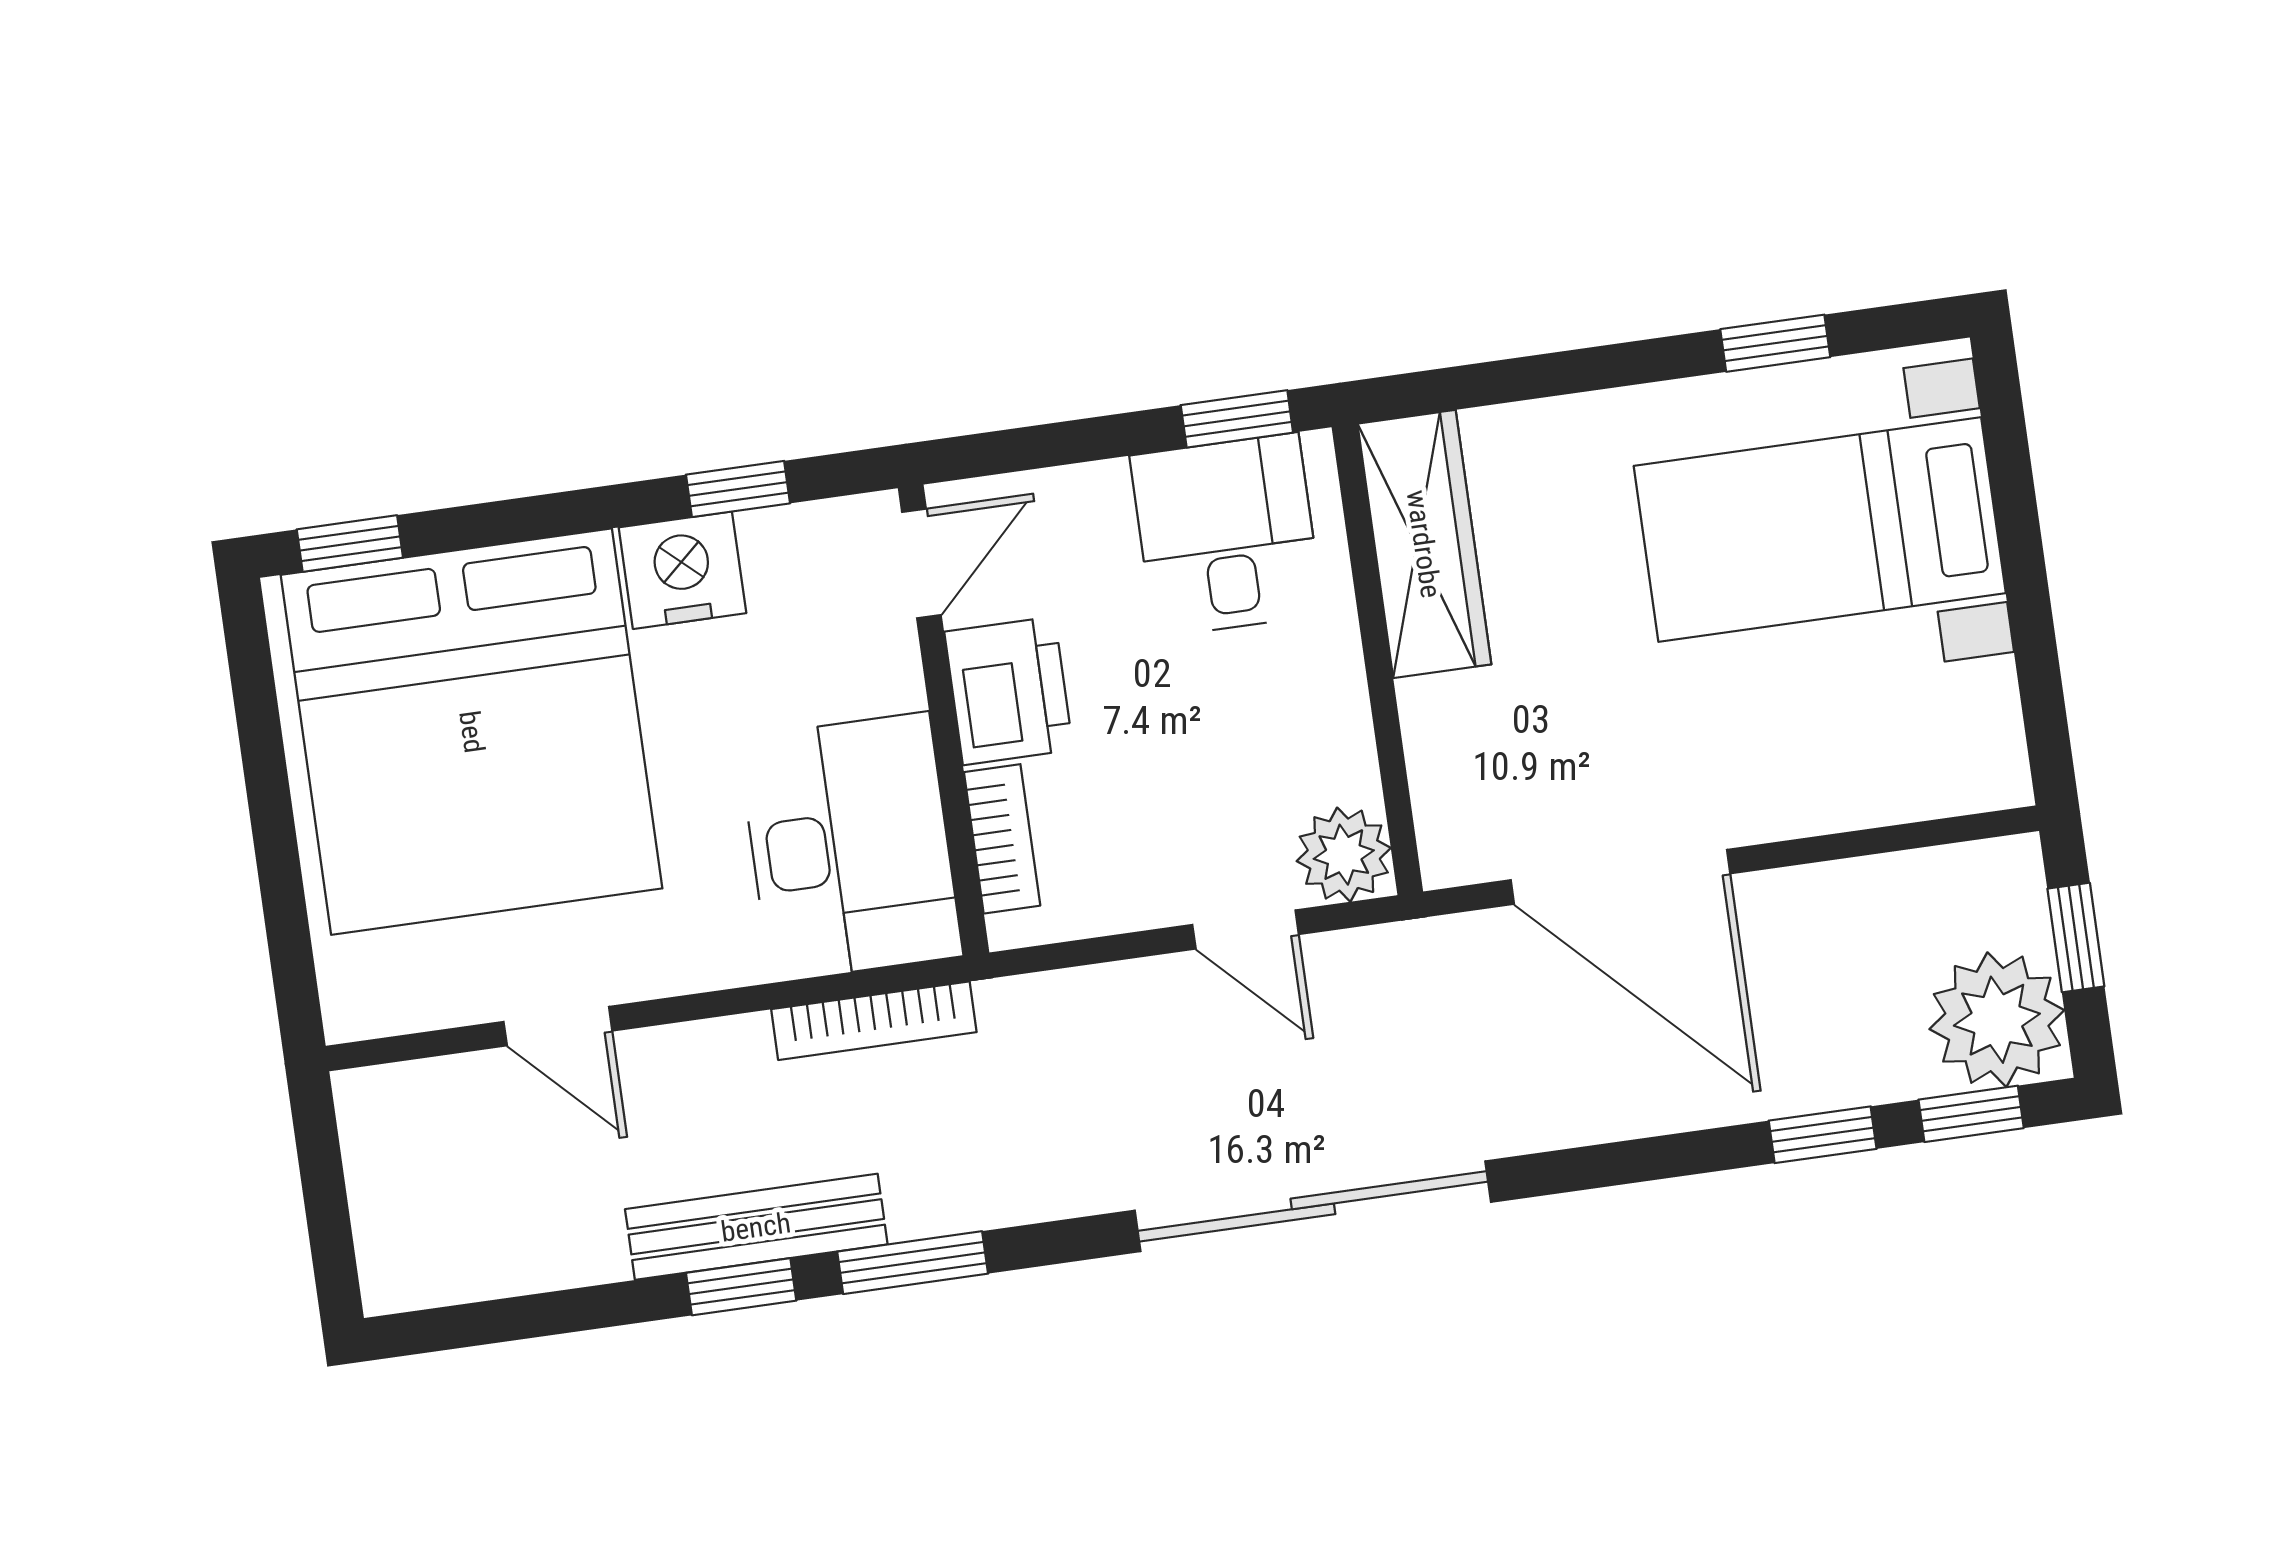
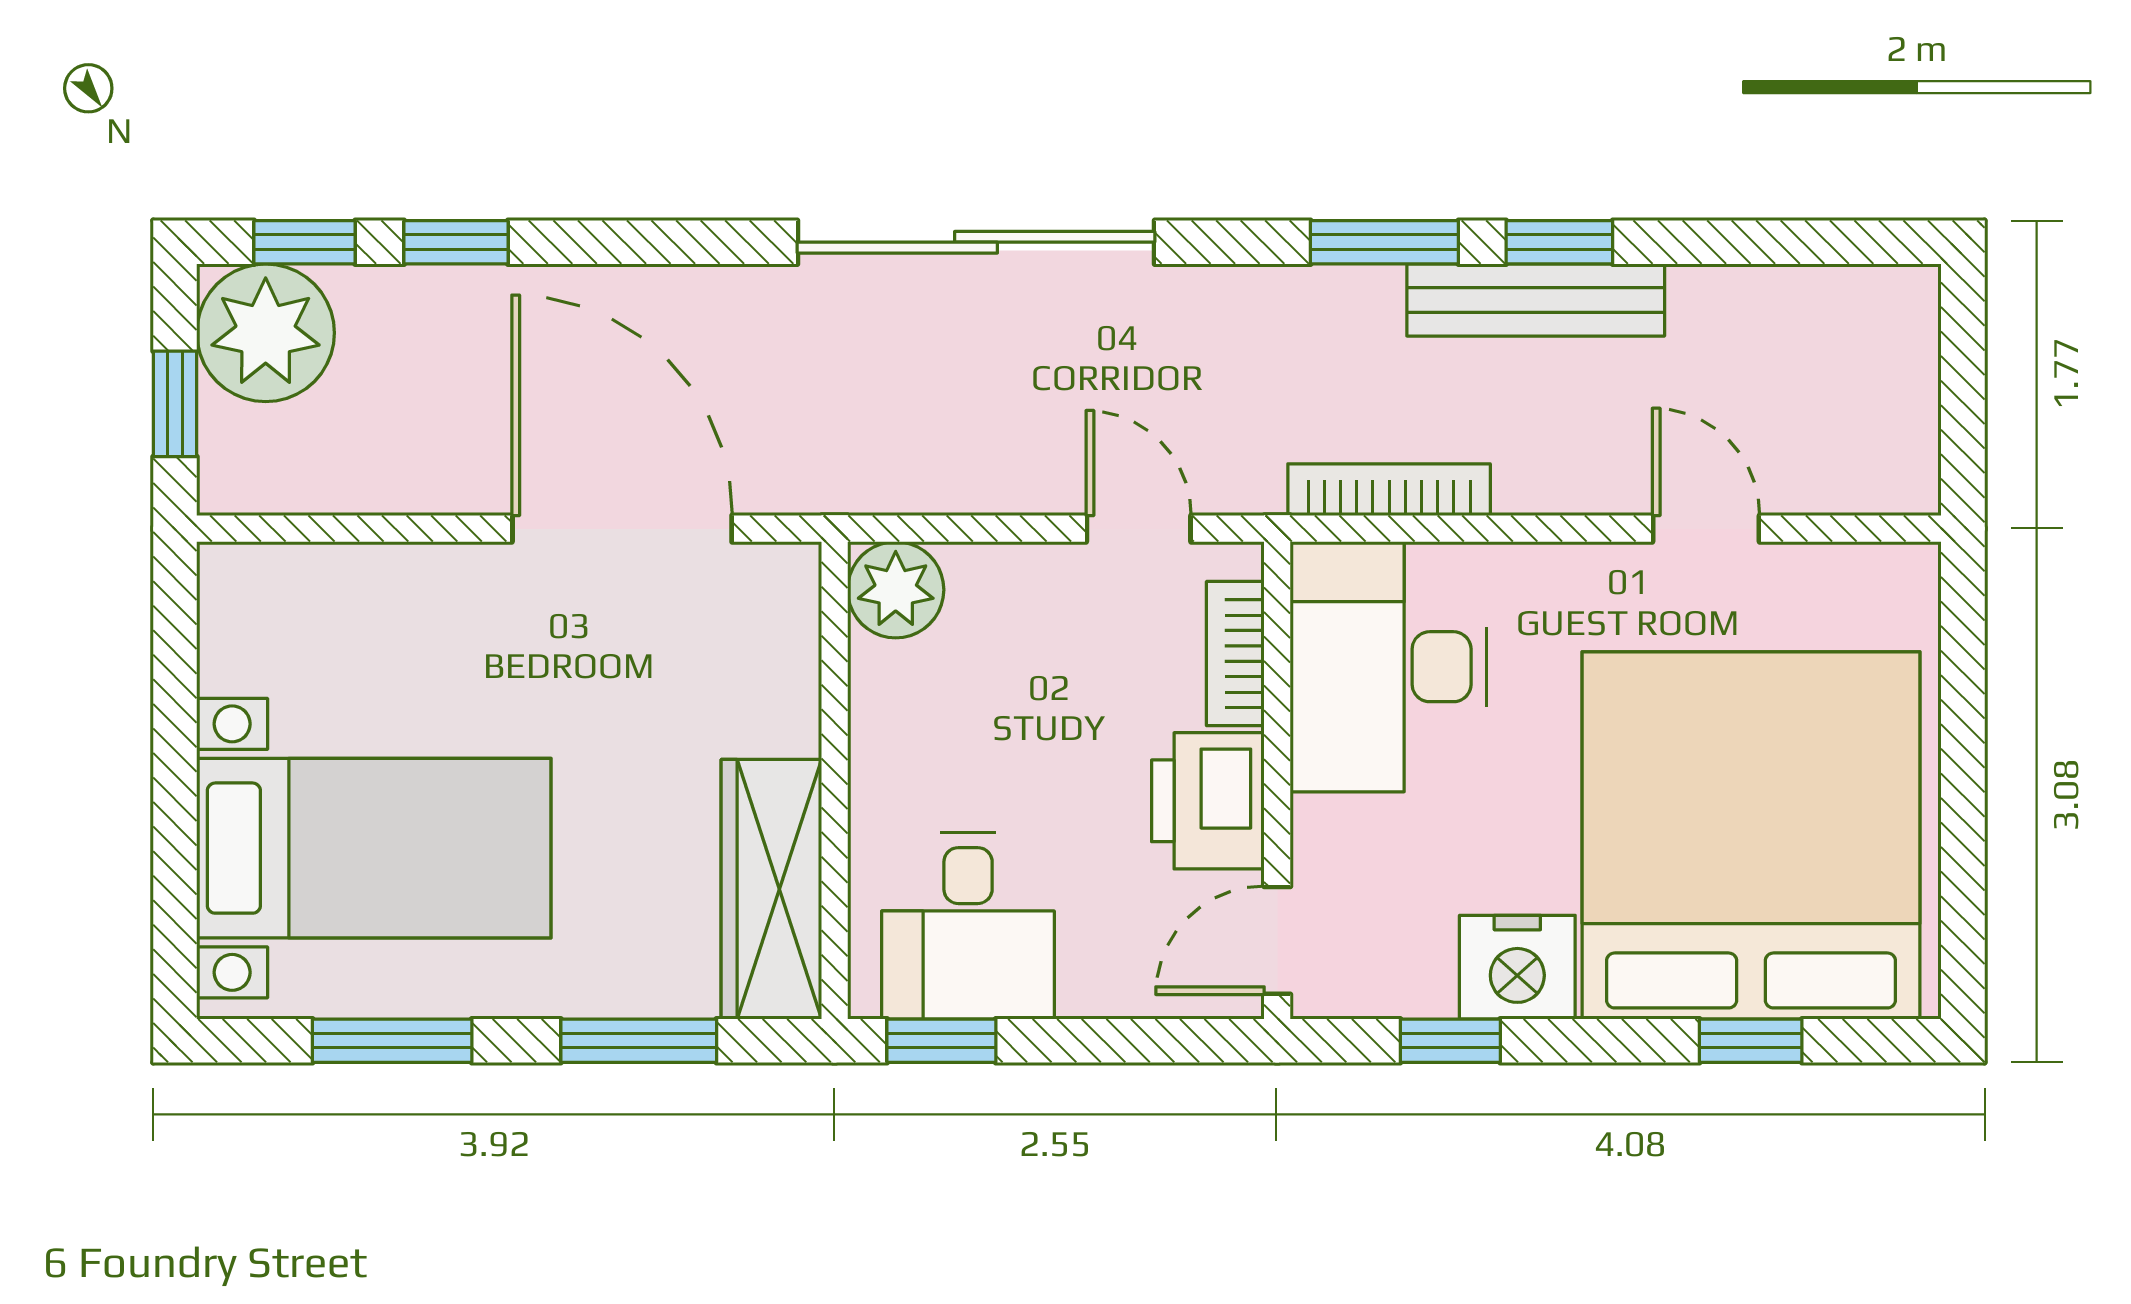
window: (1775, 343) -> (392, 1041), width x1.50
window: (1534, 377) -> (639, 1041), added
window: (350, 543) -> (1751, 1041), moved
door: (1246, 929) -> (1139, 529), moved

